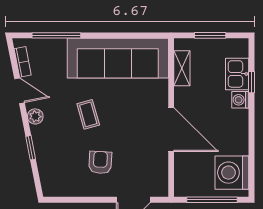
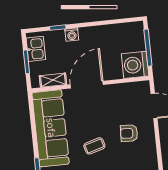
kitchen sink: (237, 74) -> (36, 49), moved, turned -90
door: (171, 130) -> (87, 85), moved
washing machine: (232, 173) -> (135, 65), moved, turned 90

